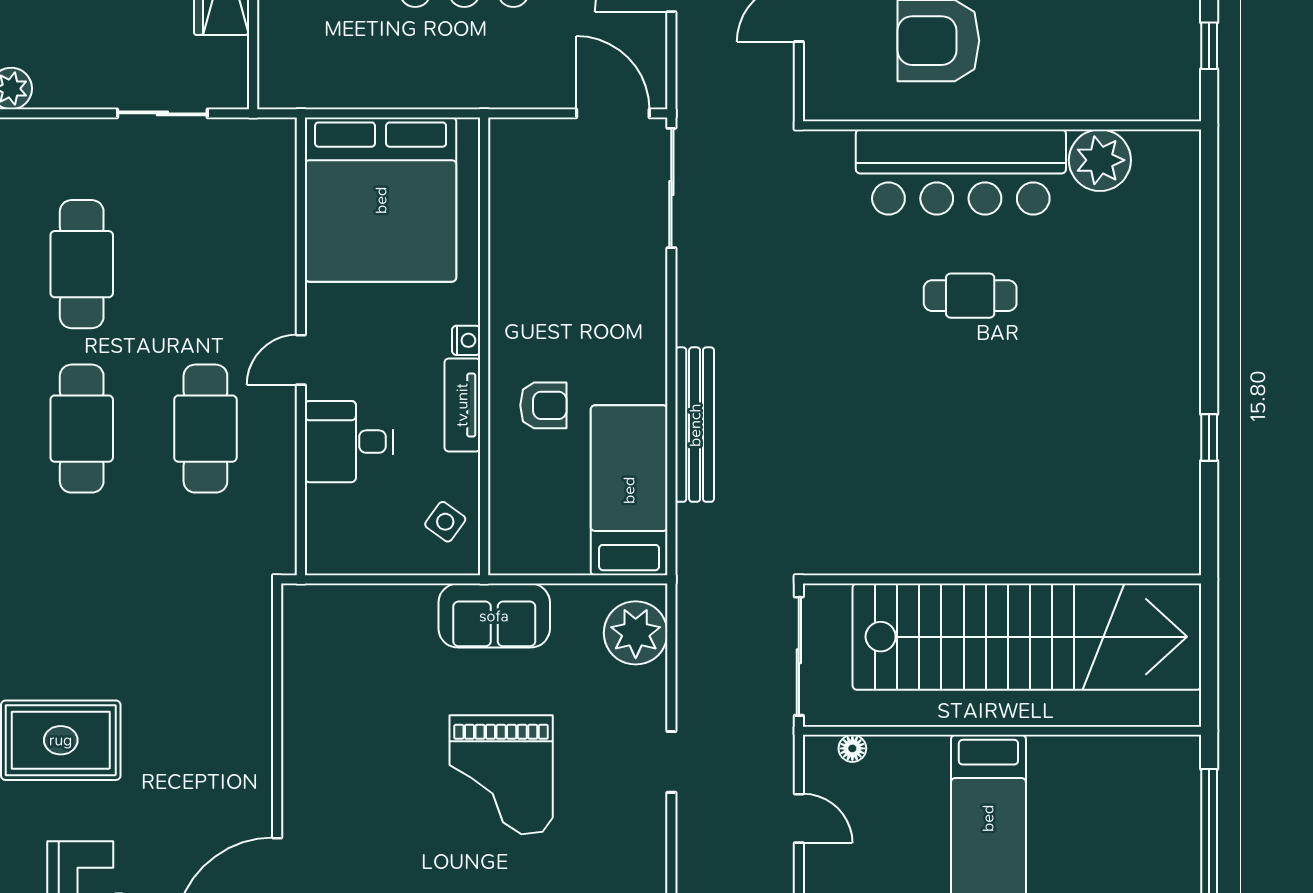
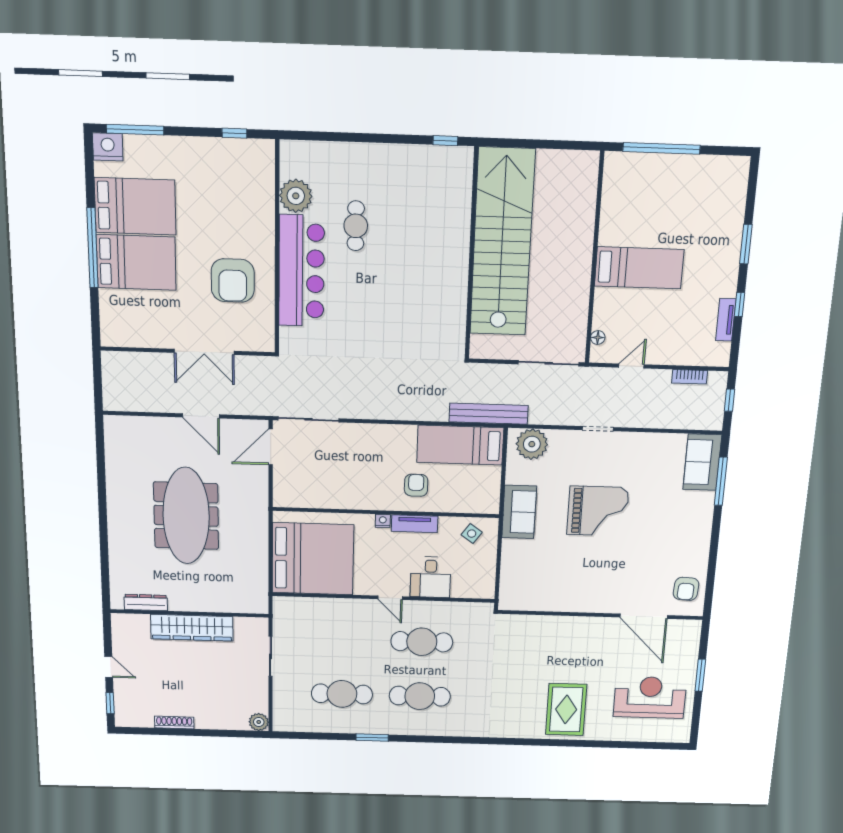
cafe table: (970, 296) -> (356, 226), moved
bench: (695, 425) -> (489, 414), moved
wall: (1002, 579) -> (472, 255), moved
stairs: (1027, 637) -> (502, 243), moved

